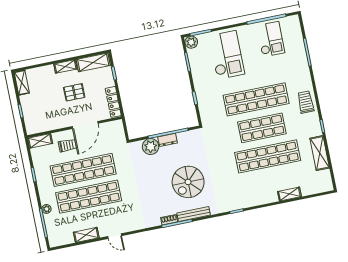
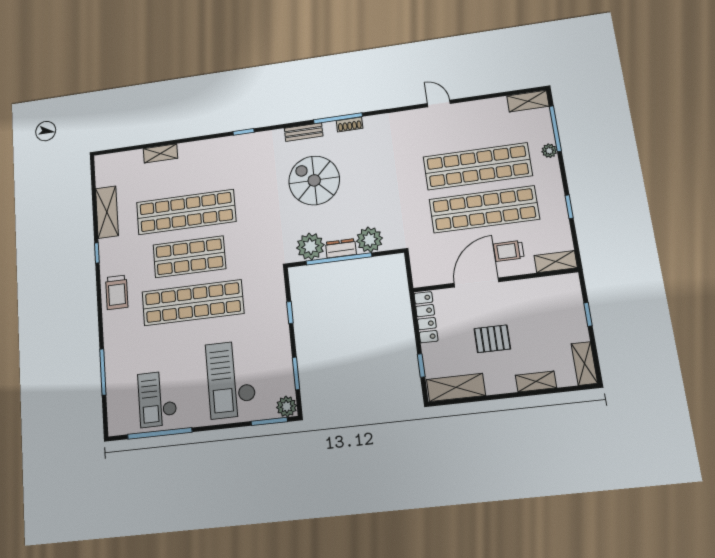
shelving: (65, 66) -> (536, 381), moved
plant: (186, 140) -> (310, 246), added
spiral stairs: (188, 182) -> (314, 180), turned -90
bench: (194, 214) -> (304, 132), width x0.73
shelving: (86, 235) -> (528, 101), moved

